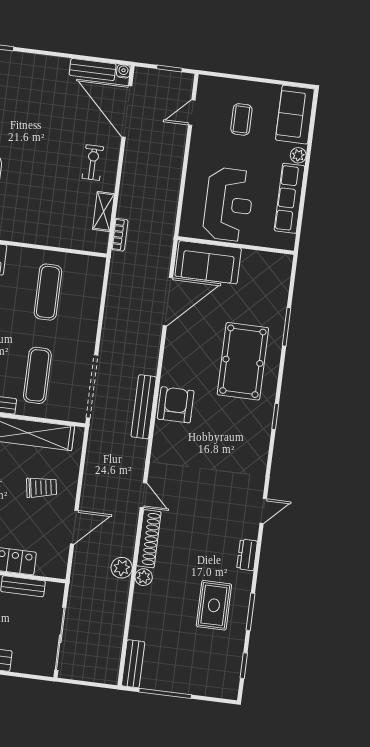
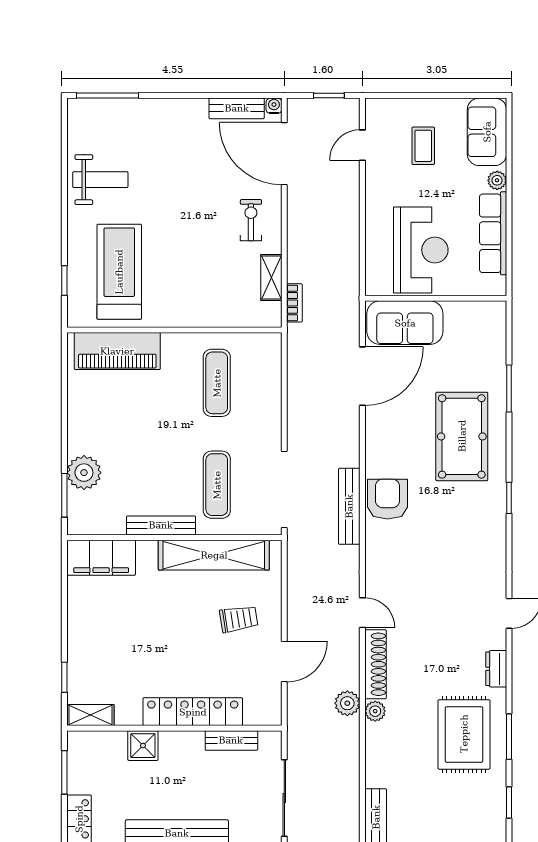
rug: (214, 605) -> (464, 734), width x1.36, depth x1.43

